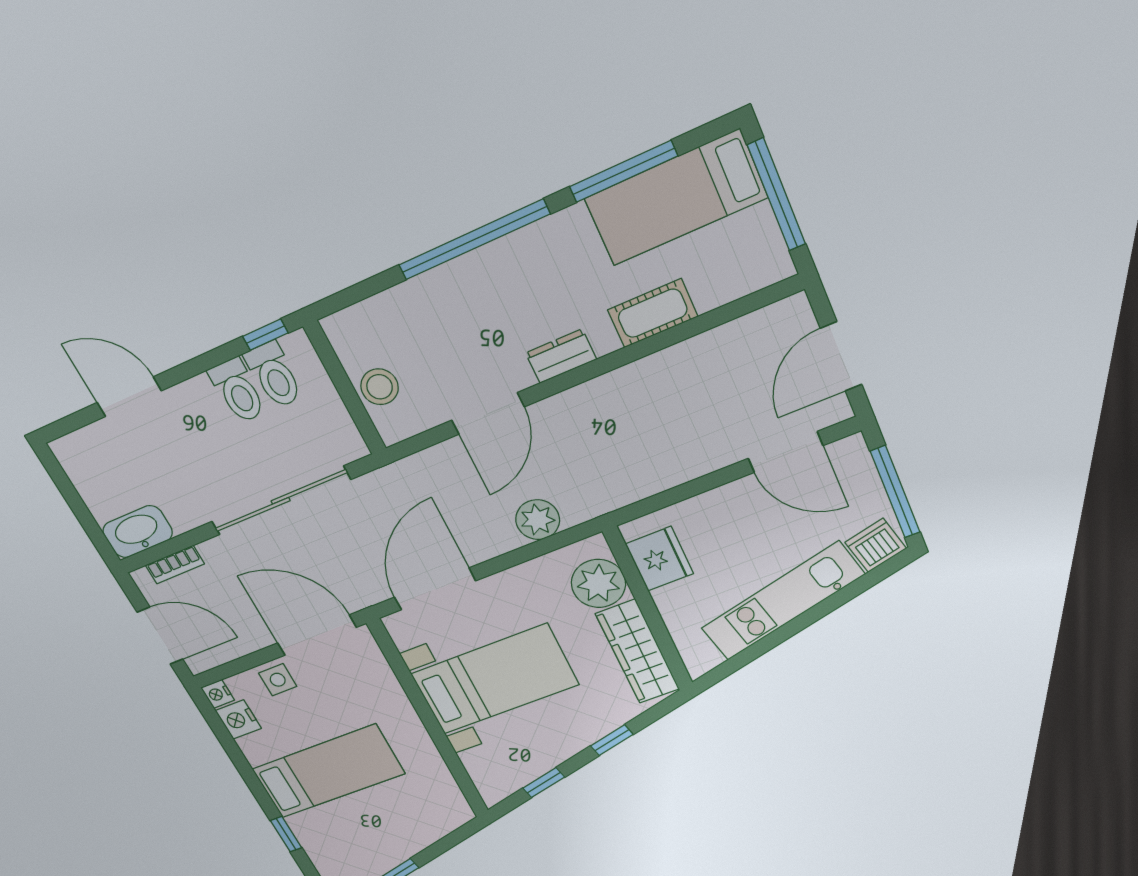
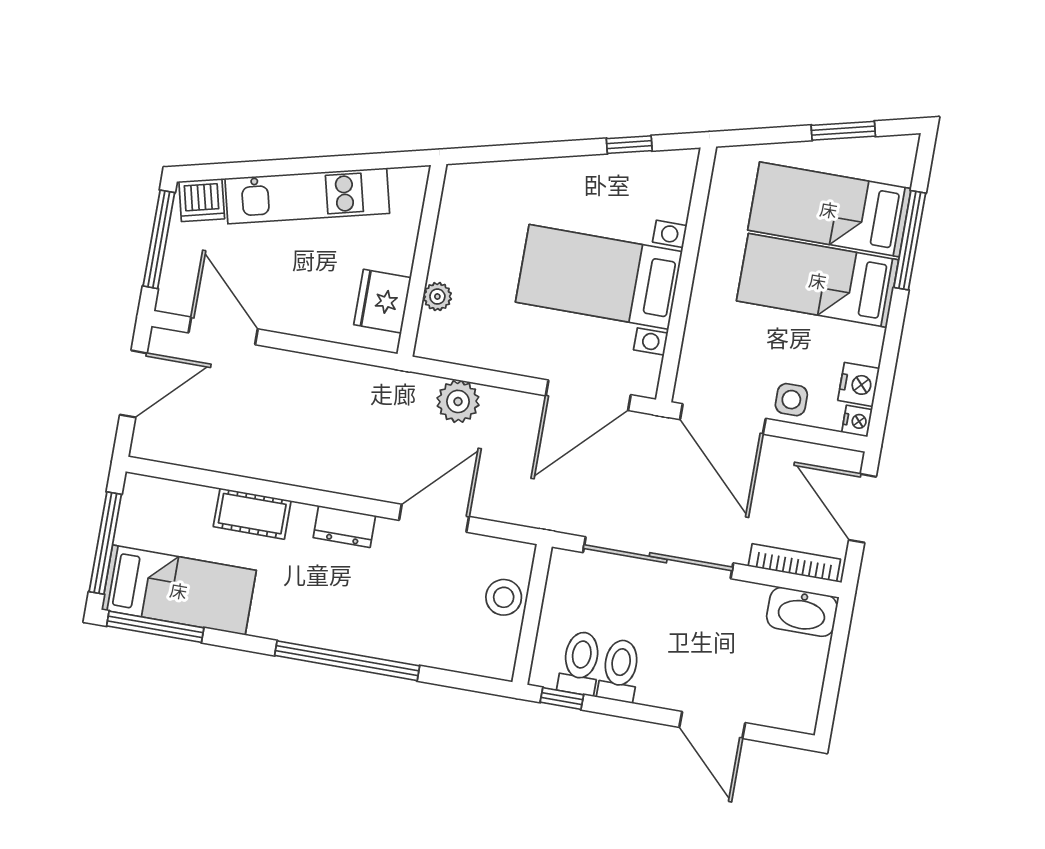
window: (623, 171) -> (155, 627), moved
bookcase: (175, 565) -> (794, 563), width x1.56
plant: (598, 584) -> (437, 297), width x0.53, depth x0.53
wardrobe: (638, 652) -> (458, 225), removed
window: (612, 740) -> (539, 151), removed
bed: (360, 822) -> (829, 209), added
window: (286, 834) -> (910, 240), width x2.17

